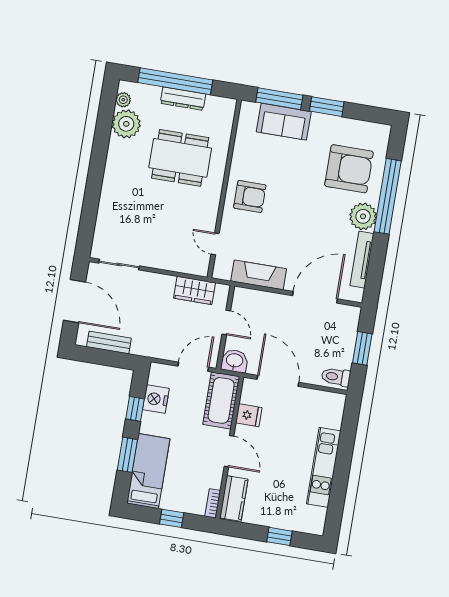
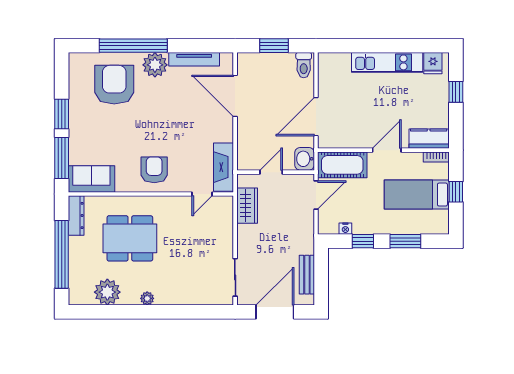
dresser: (183, 99) -> (76, 215), moved
plant: (123, 100) -> (147, 298), moved
sofa: (284, 122) -> (91, 179), moved, turned -90
dining table: (180, 158) -> (130, 238), turned 90
fireplace: (259, 275) -> (224, 167), moved
door: (193, 367) -> (316, 195), swing flipped
nightstand: (156, 399) -> (345, 229), width x0.53, depth x0.56
fridge: (249, 415) -> (433, 63), moved, turned 180
bed: (148, 471) -> (417, 195), moved

